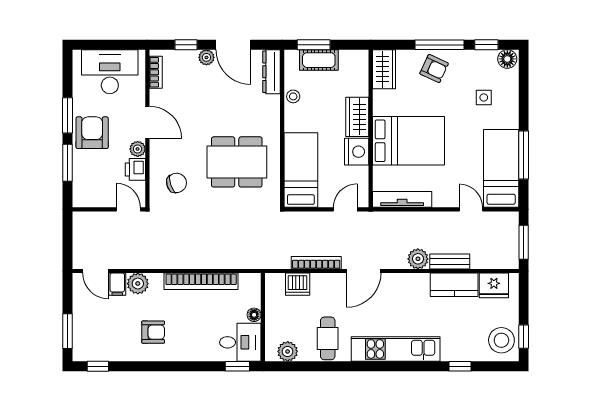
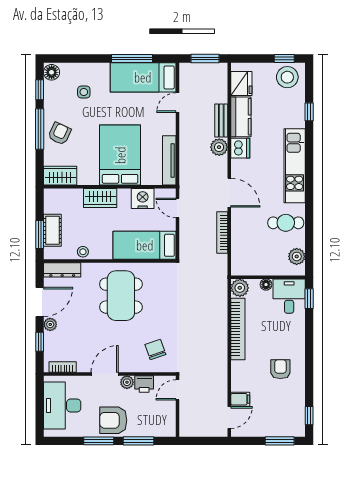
nightstand: (357, 152) -> (143, 199), moved
dining table: (237, 162) -> (121, 296), moved
plant: (138, 284) -> (240, 288), moved
dishwasher: (298, 284) -> (240, 148), moved

